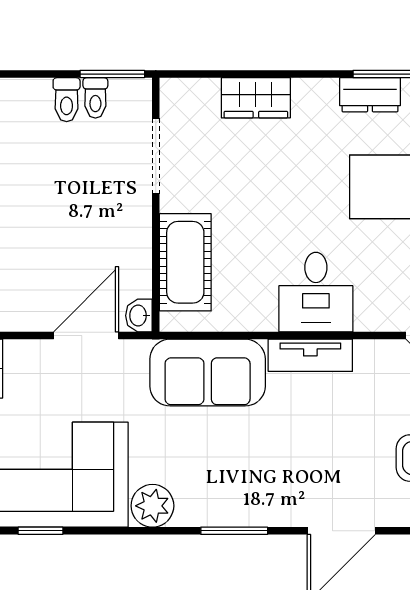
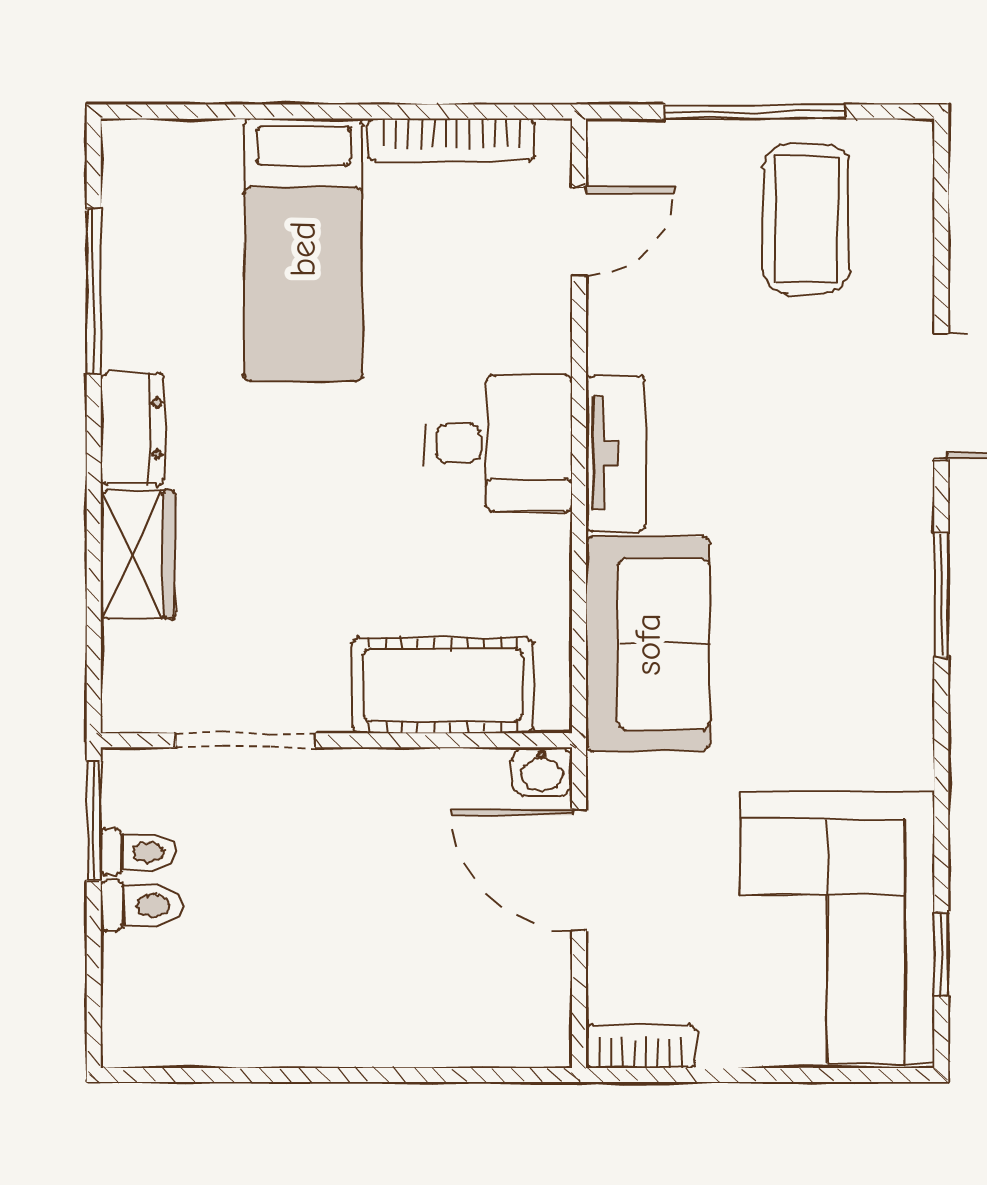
dresser: (370, 95) -> (132, 429), moved
plant: (152, 506) -> (895, 746), removed

